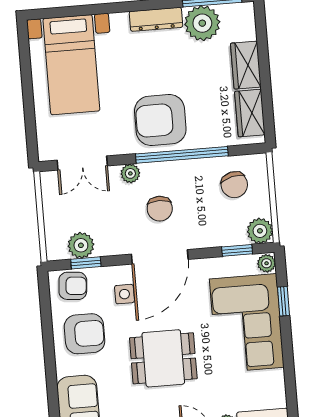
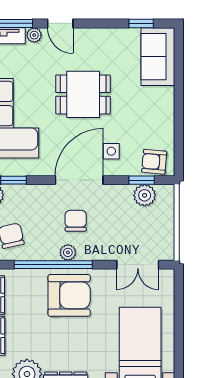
double door: (82, 163) -> (138, 265), swing flipped
plant: (130, 173) -> (68, 252), moved
armchair: (85, 334) -> (148, 121), removed

